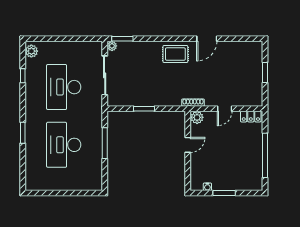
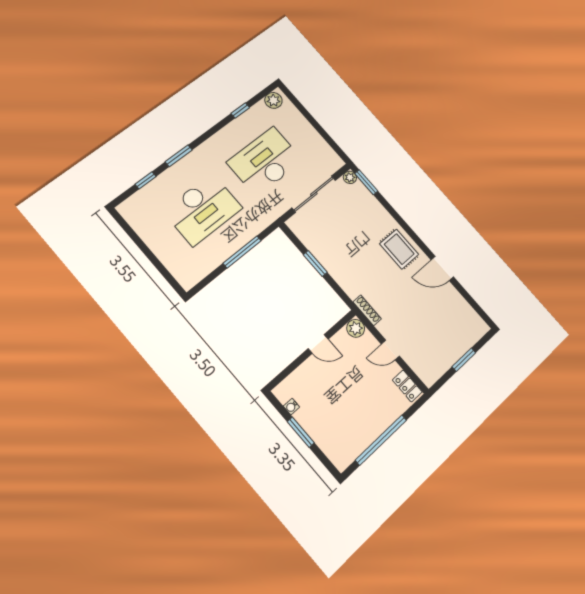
desk: (64, 145) -> (203, 209), turned 180
window: (23, 162) -> (146, 180), added

